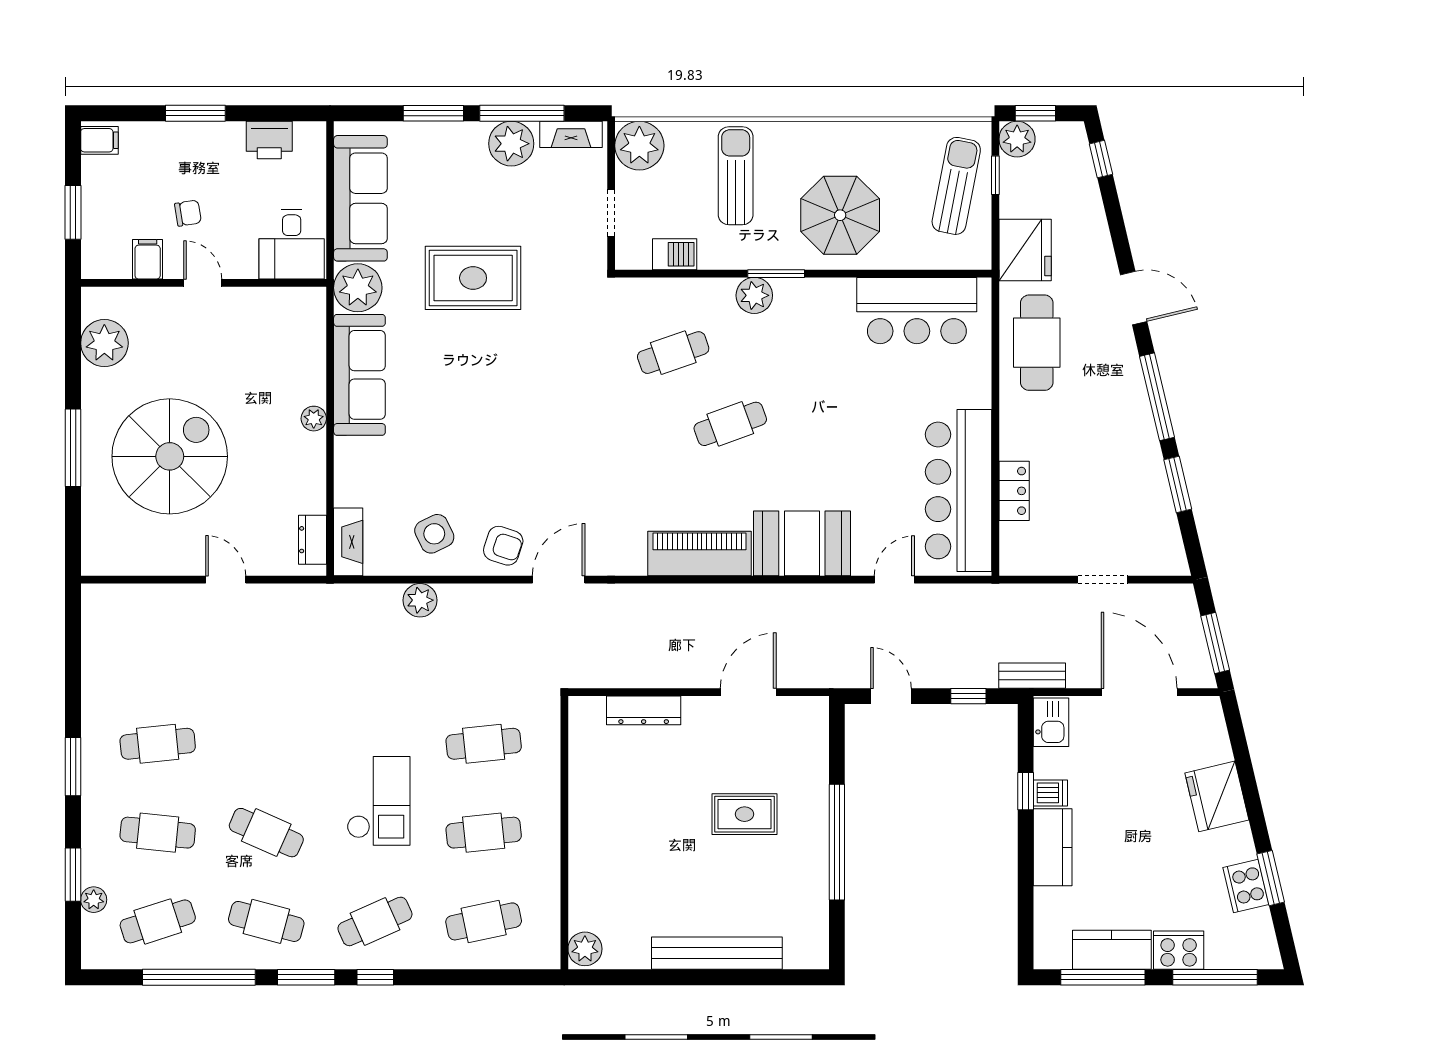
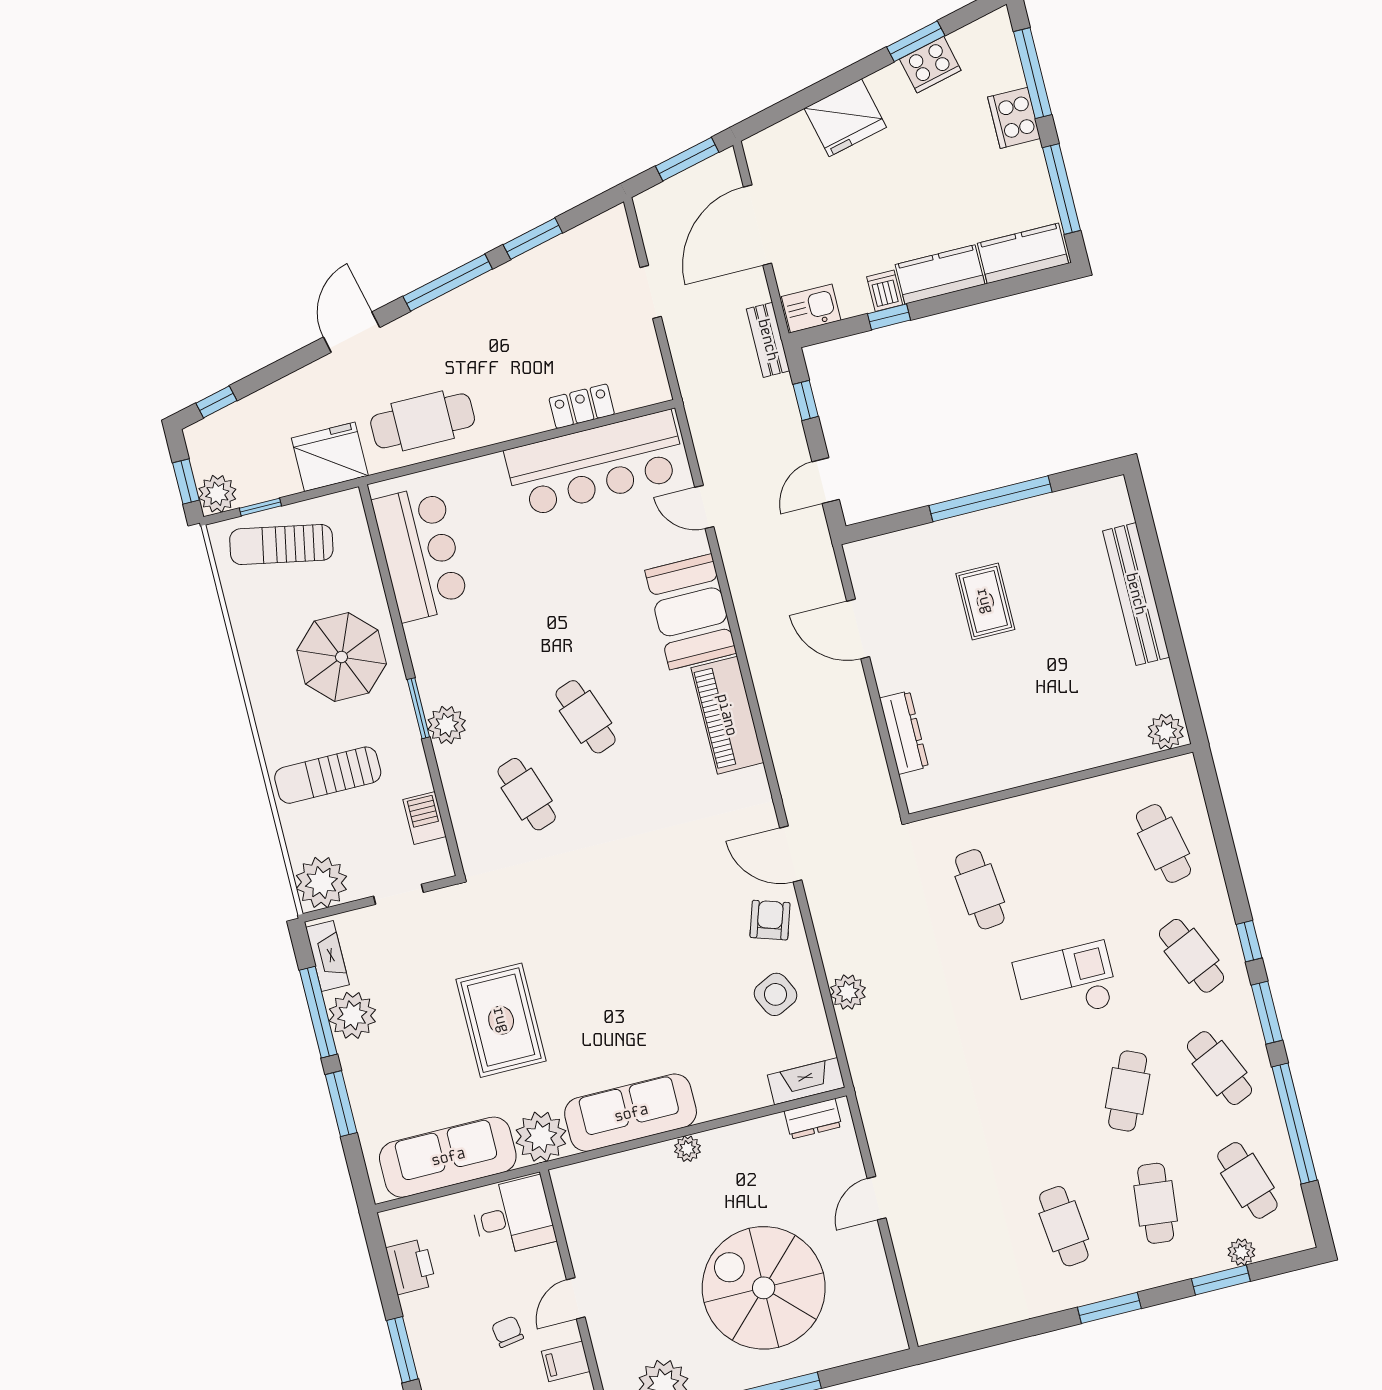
cafe table: (484, 833) -> (1072, 866), removed
cafe table: (266, 921) -> (1219, 1068), turned -39
kitchen counter: (1112, 950) -> (1023, 253), moved, turned 90

